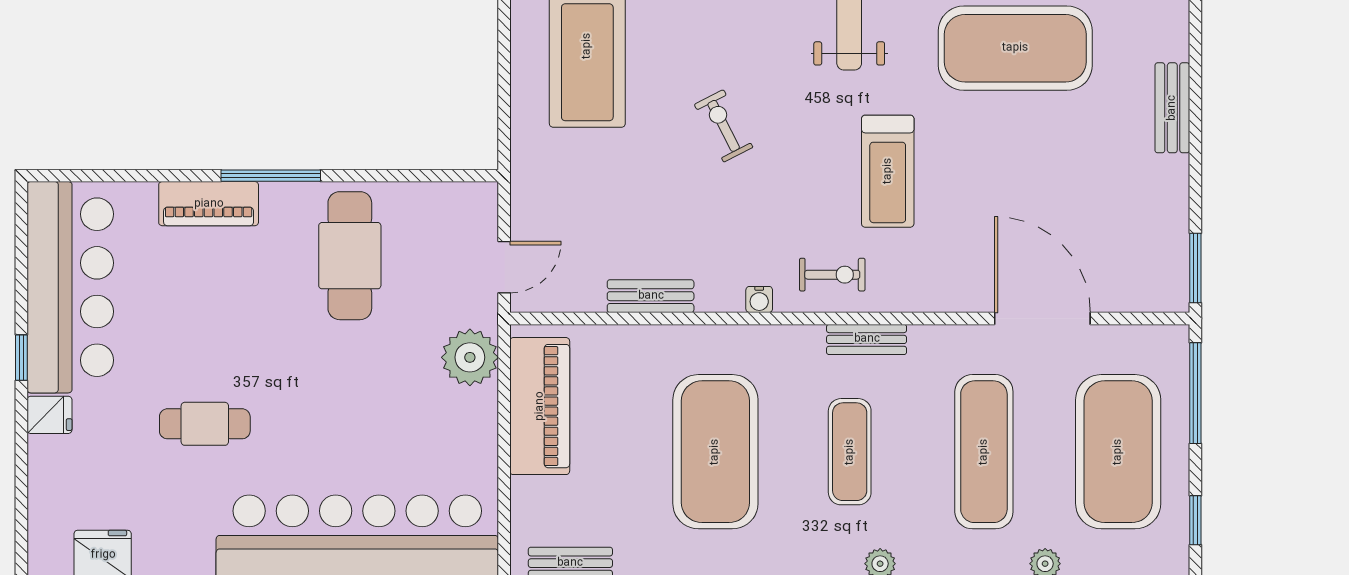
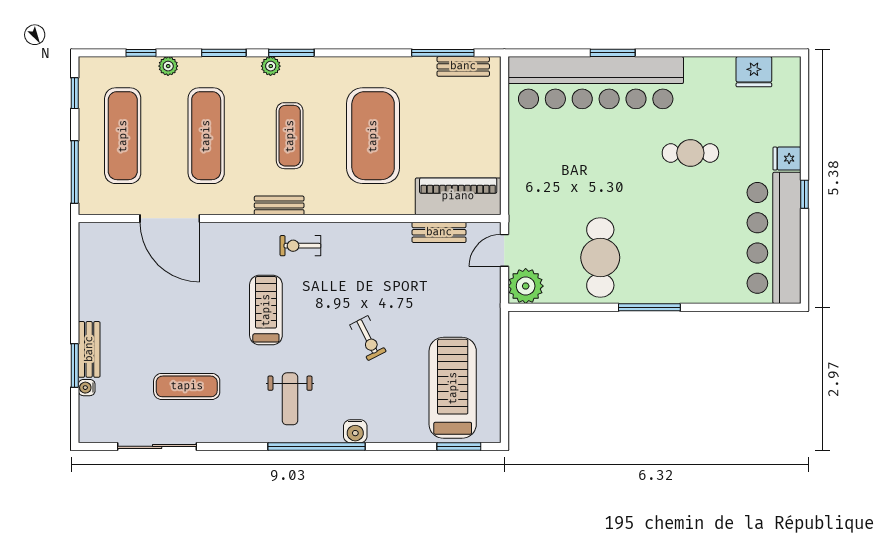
exercise mat: (1015, 48) -> (187, 386), width x0.50, depth x0.69
piano: (209, 204) -> (688, 290), removed
window: (1195, 268) -> (75, 365), moved
bench: (651, 296) -> (439, 232), moved
water cooler: (759, 299) -> (87, 388), moved, turned -90
plant: (470, 357) -> (526, 286), moved
piano: (540, 406) -> (458, 196), moved, turned 90
exercise mat: (1118, 452) -> (123, 136), width x0.68

